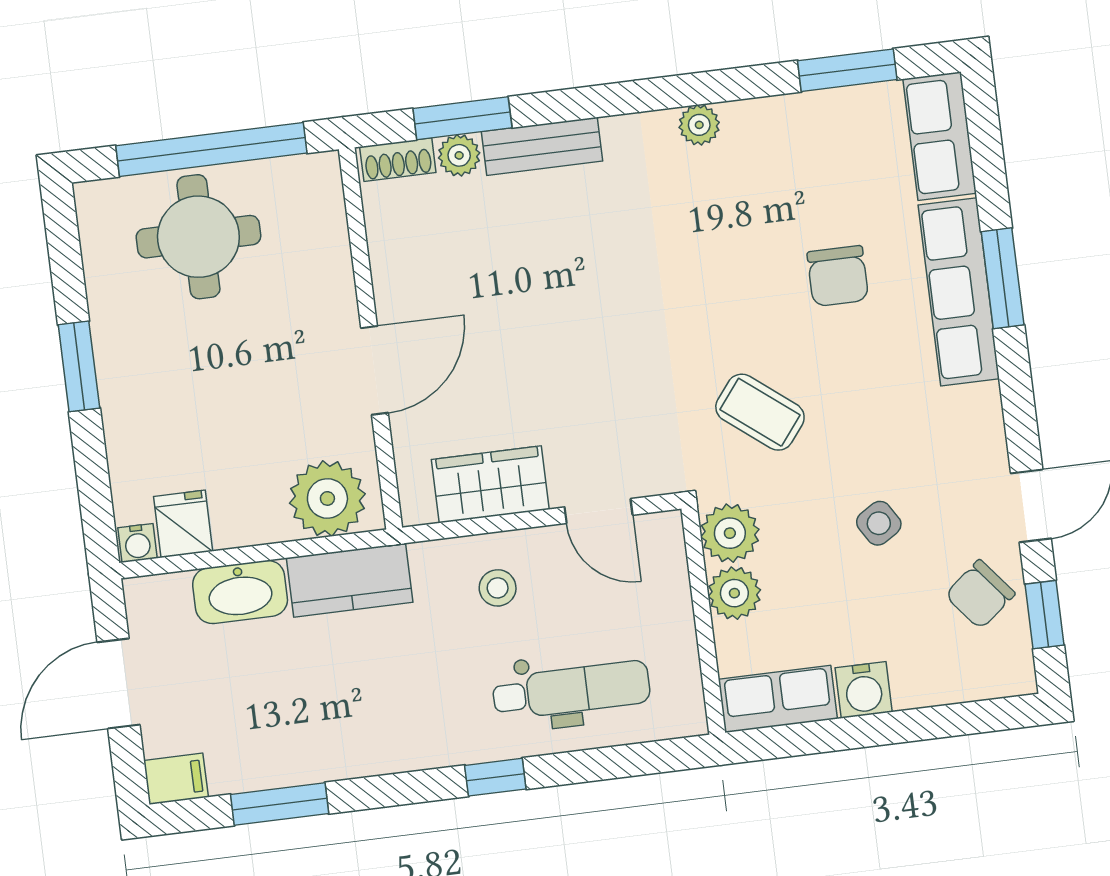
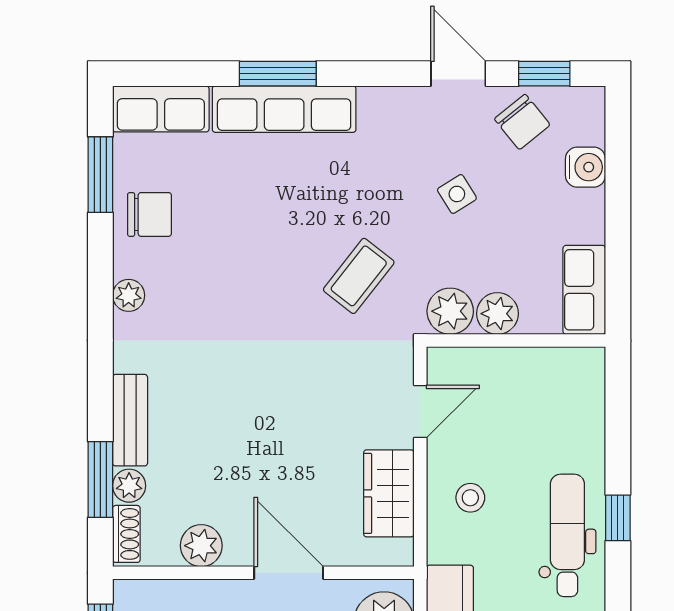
plant: (395, 256) -> (201, 546), added
chair: (838, 276) -> (150, 214), moved
dental chair: (571, 690) -> (567, 535), moved
water cooler: (864, 690) -> (585, 167), moved

